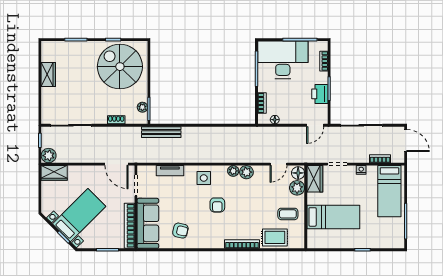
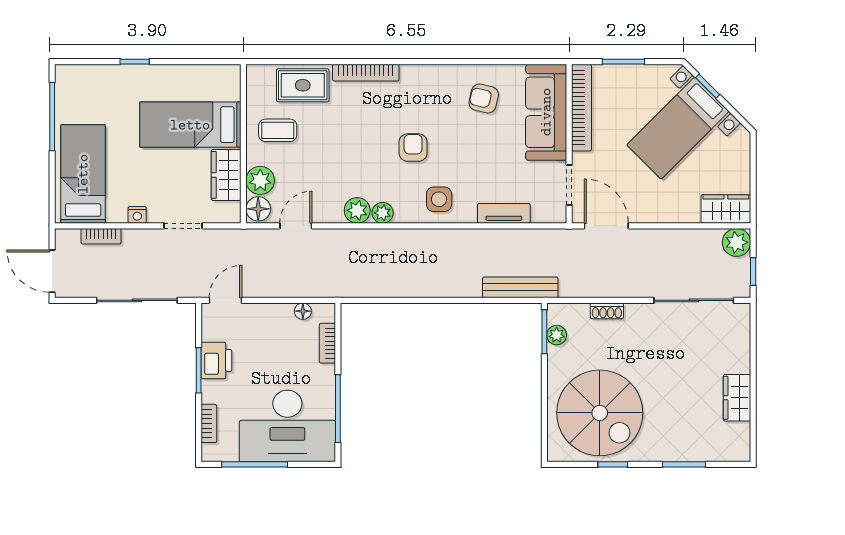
wardrobe: (315, 179) -> (226, 175), moved

